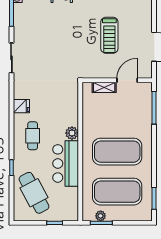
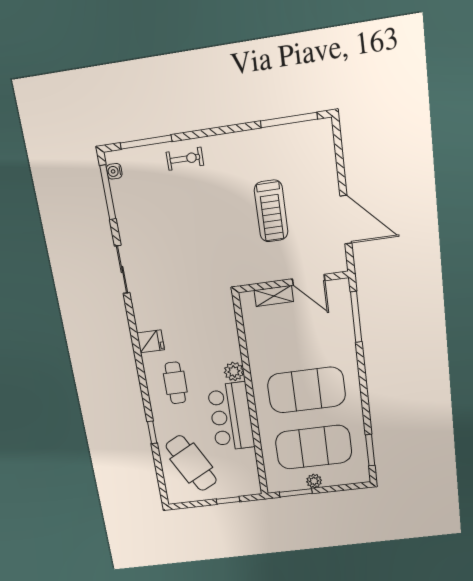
door: (127, 80) -> (309, 280), swing flipped
plant: (101, 216) -> (314, 481), moved

